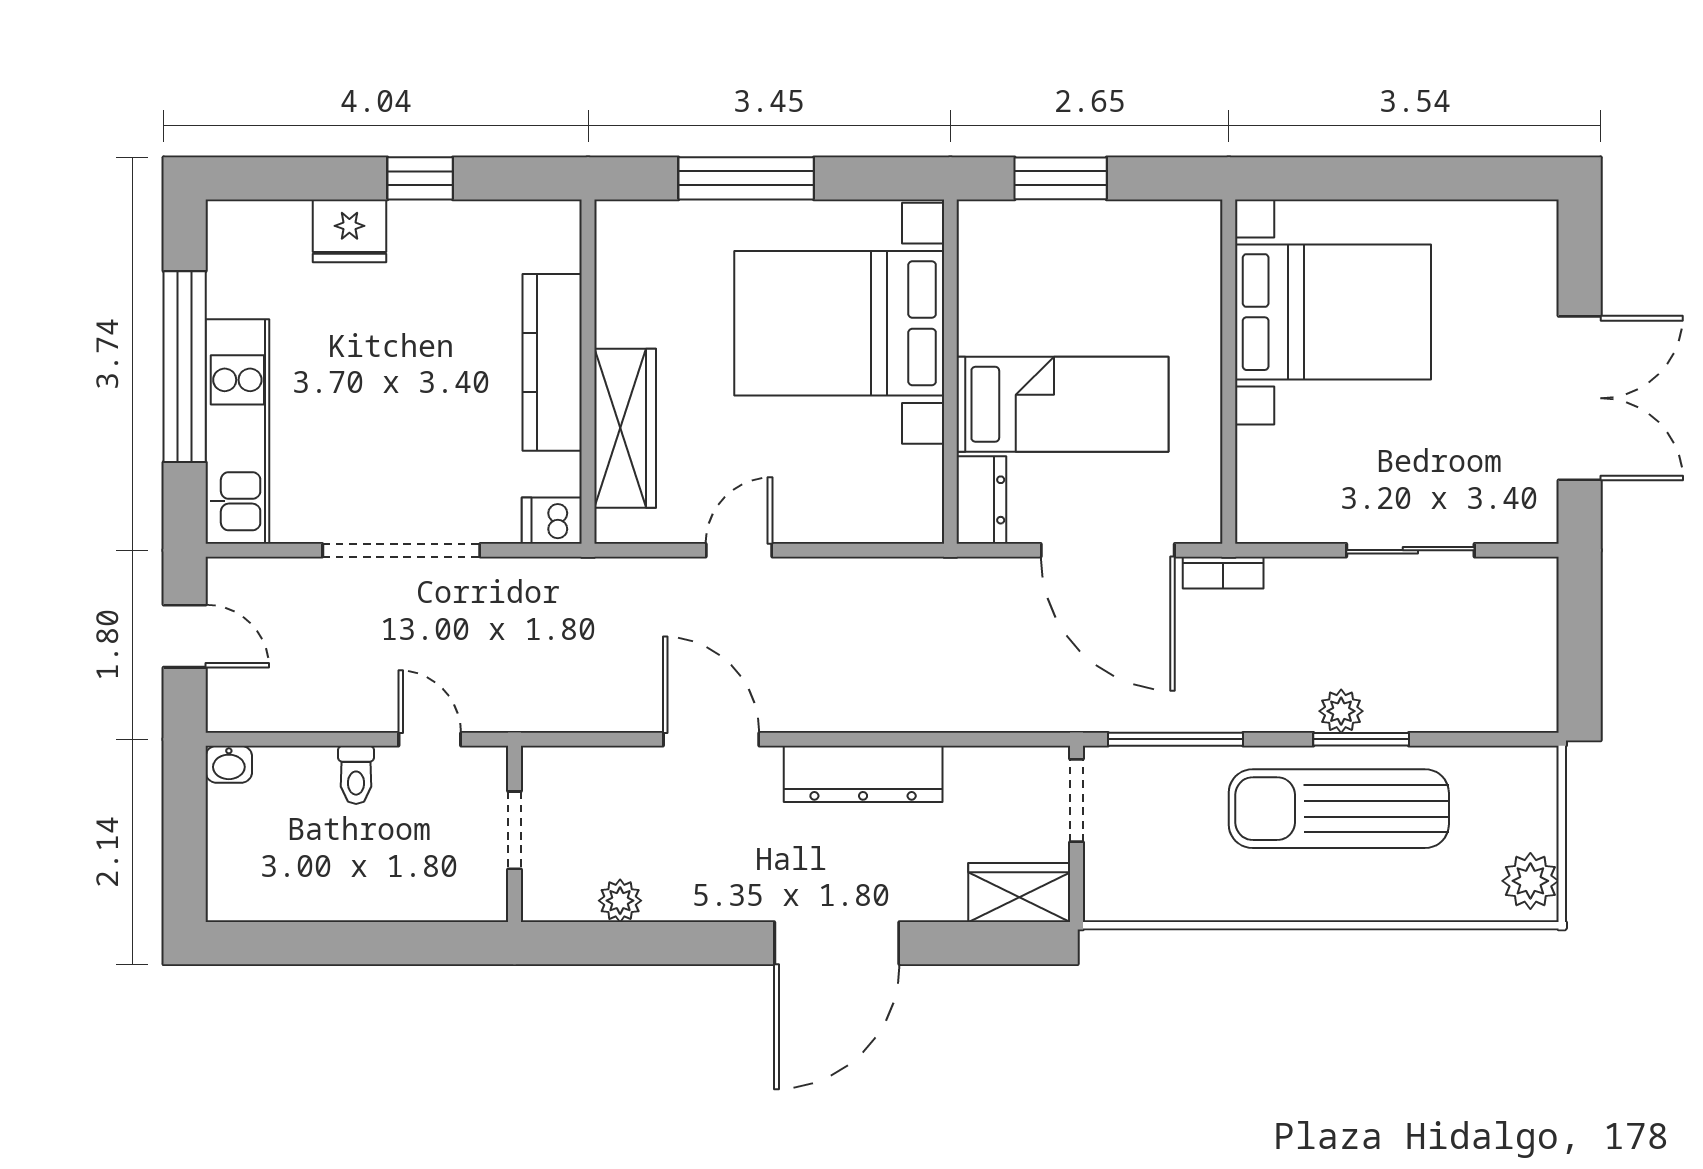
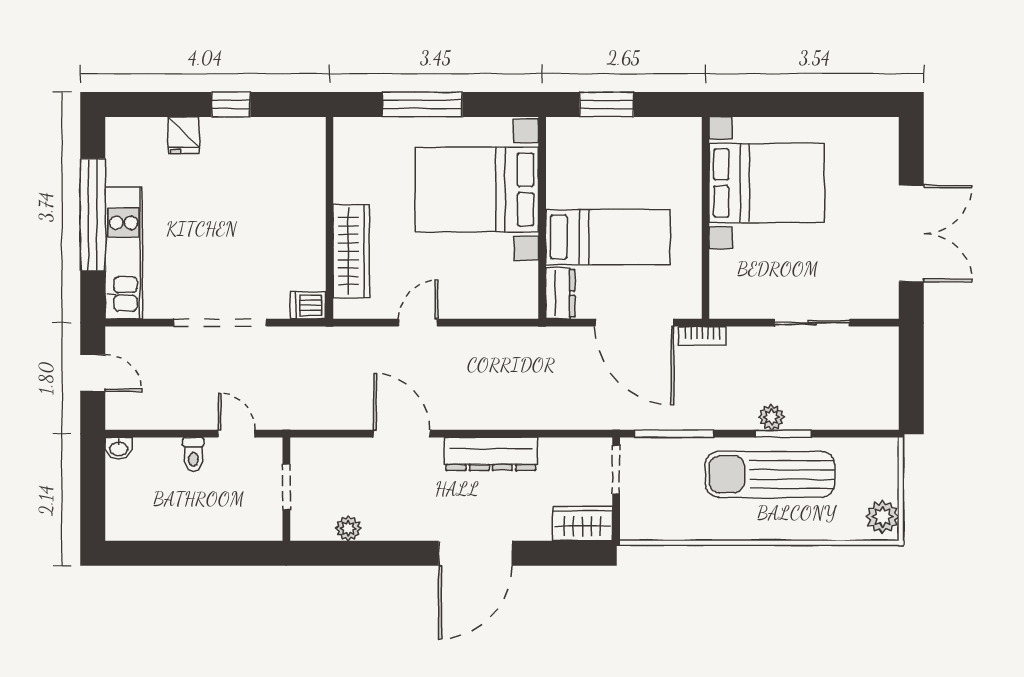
fridge: (349, 231) -> (184, 135), width x0.72
kitchen counter: (552, 362) -> (308, 213), removed

